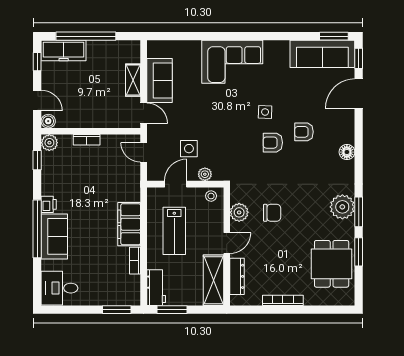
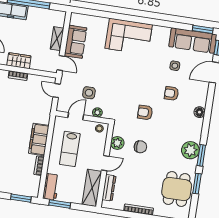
side table: (265, 112) -> (175, 66), moved
wardrobe: (85, 119) -> (19, 61), added
armchair: (273, 143) -> (145, 112), moved

